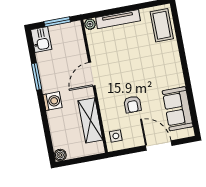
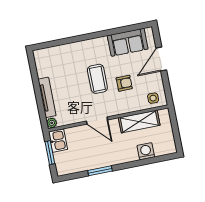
coffee table: (162, 25) -> (97, 79), moved, turned 90
kitchen sink: (41, 39) -> (58, 141), moved, turned 90
washing machine: (53, 101) -> (146, 151), moved
boiler: (60, 155) -> (171, 148), removed

